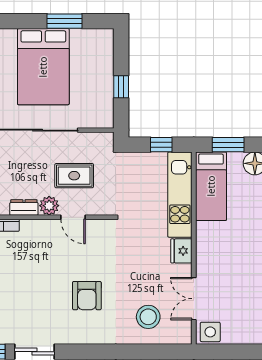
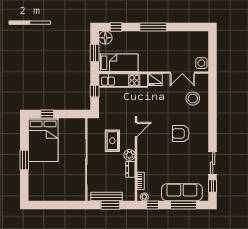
window: (64, 21) -> (24, 160), moved
bed: (43, 67) -> (43, 140), moved, turned 90
window: (121, 87) -> (47, 114), moved
door: (73, 217) -> (136, 129), moved
armchair: (87, 296) -> (181, 133), turned 180

